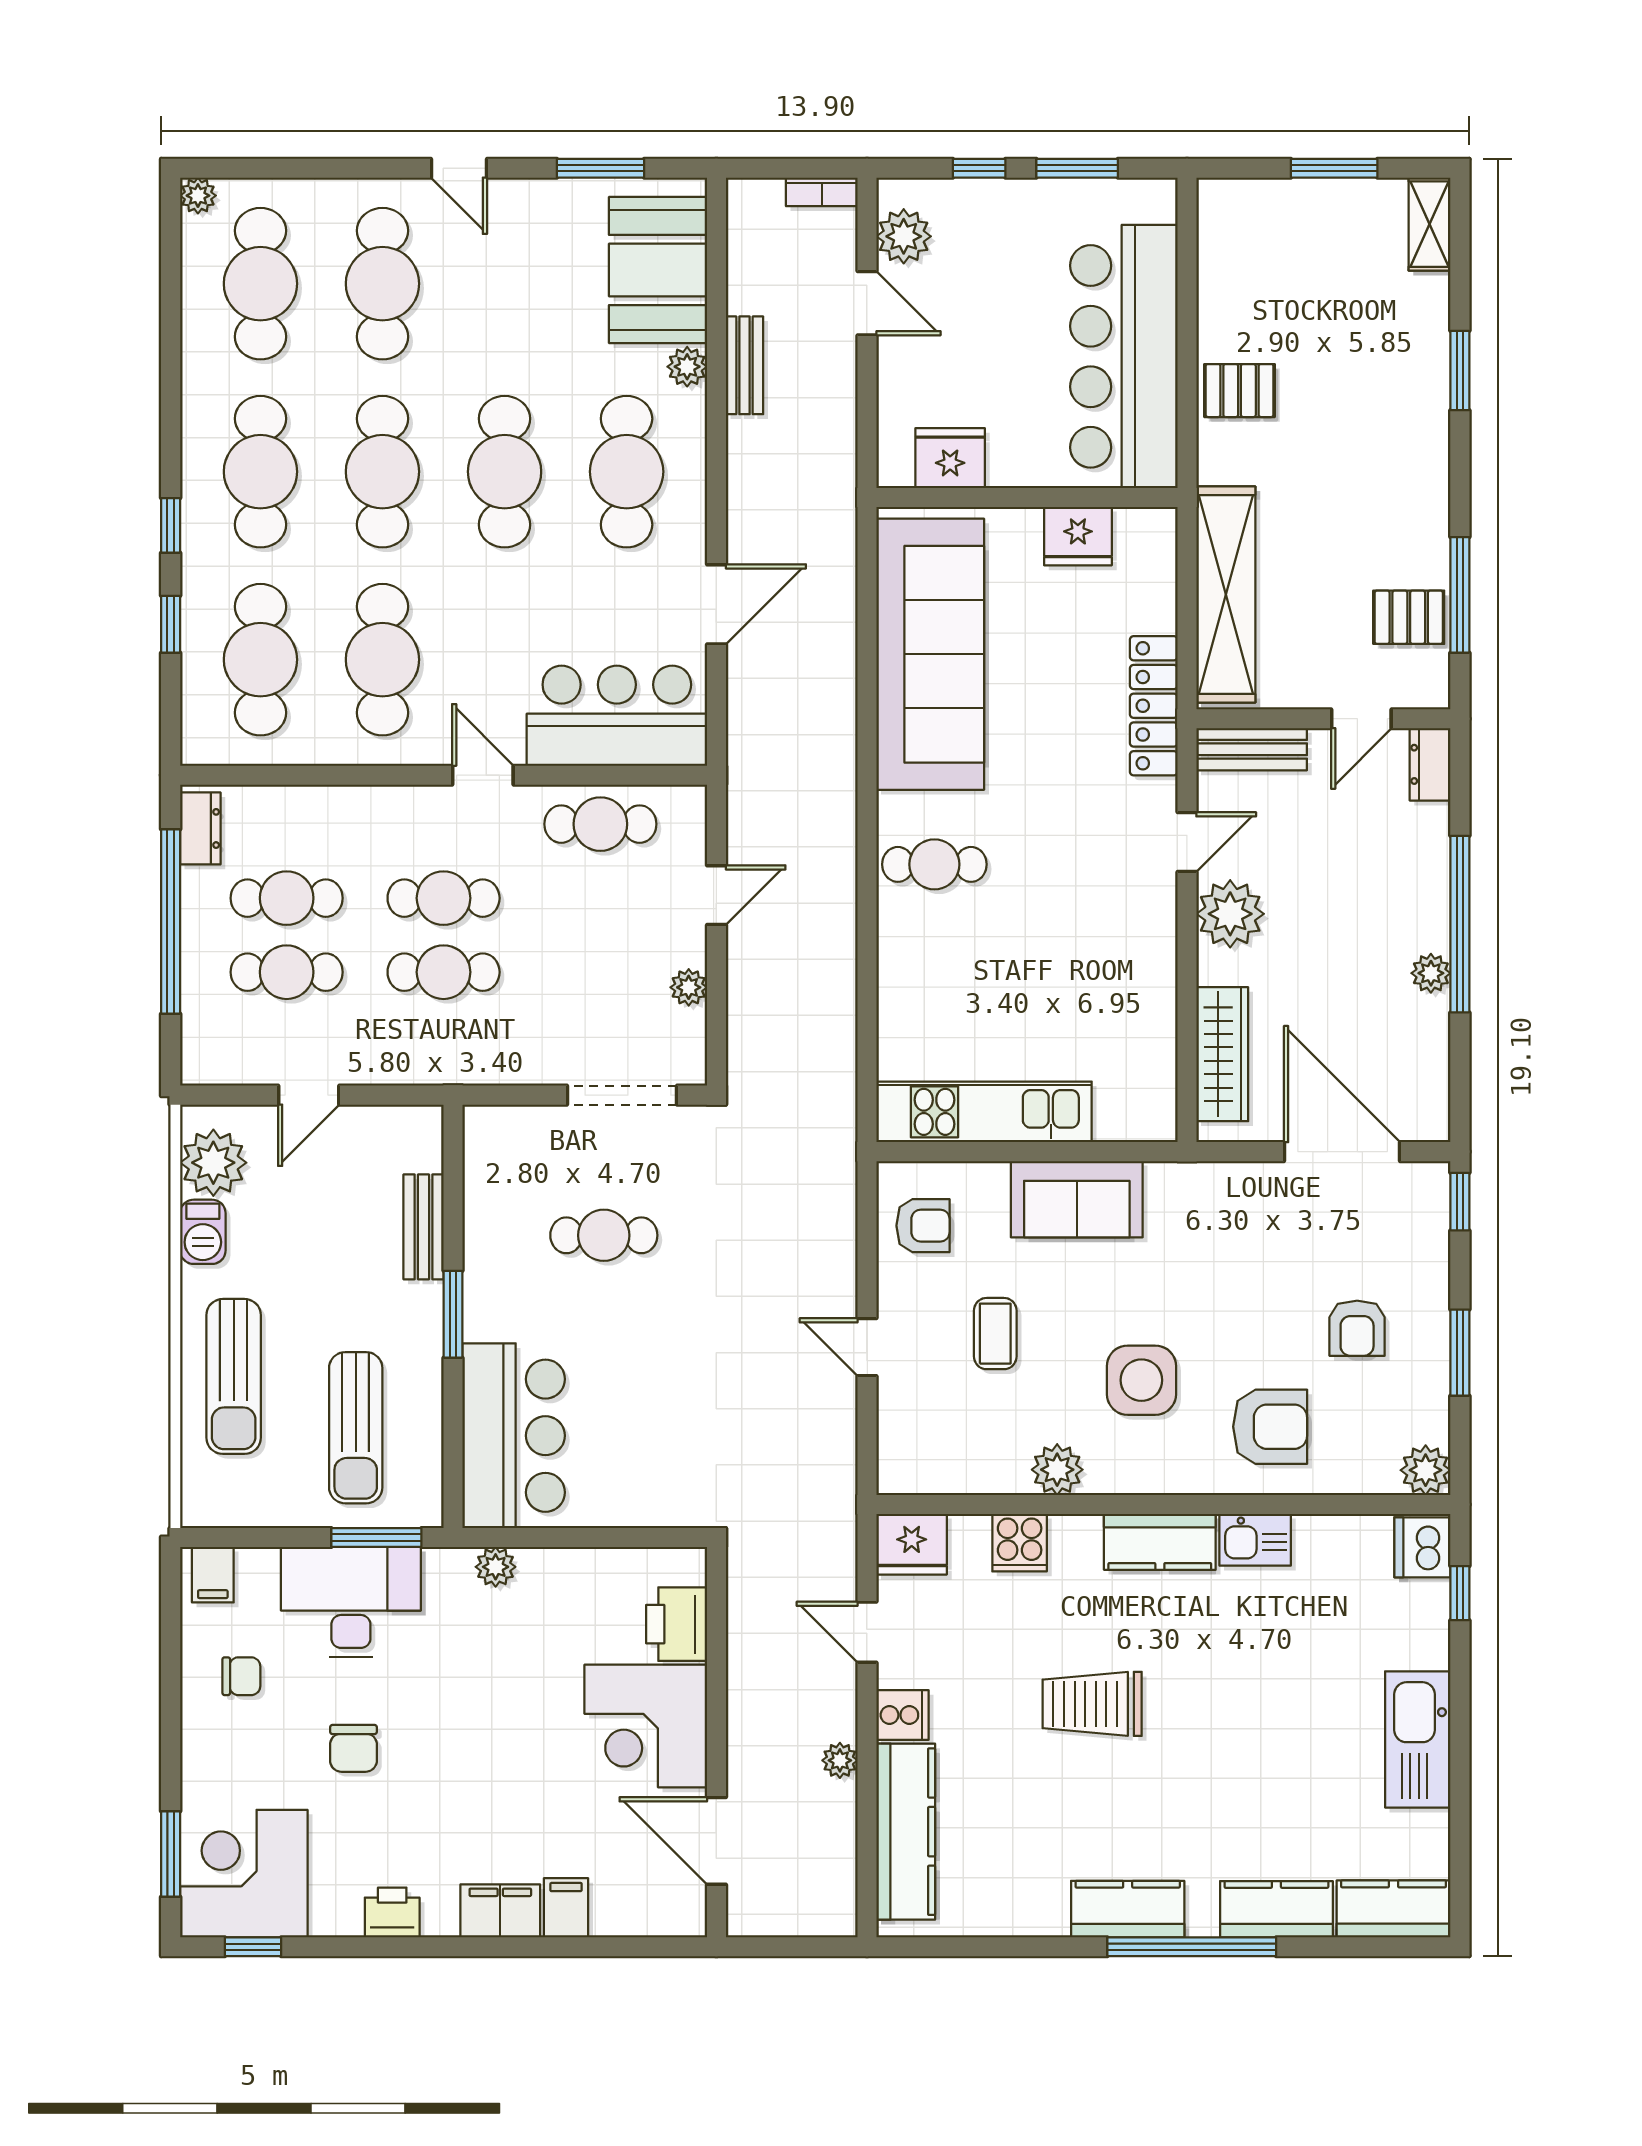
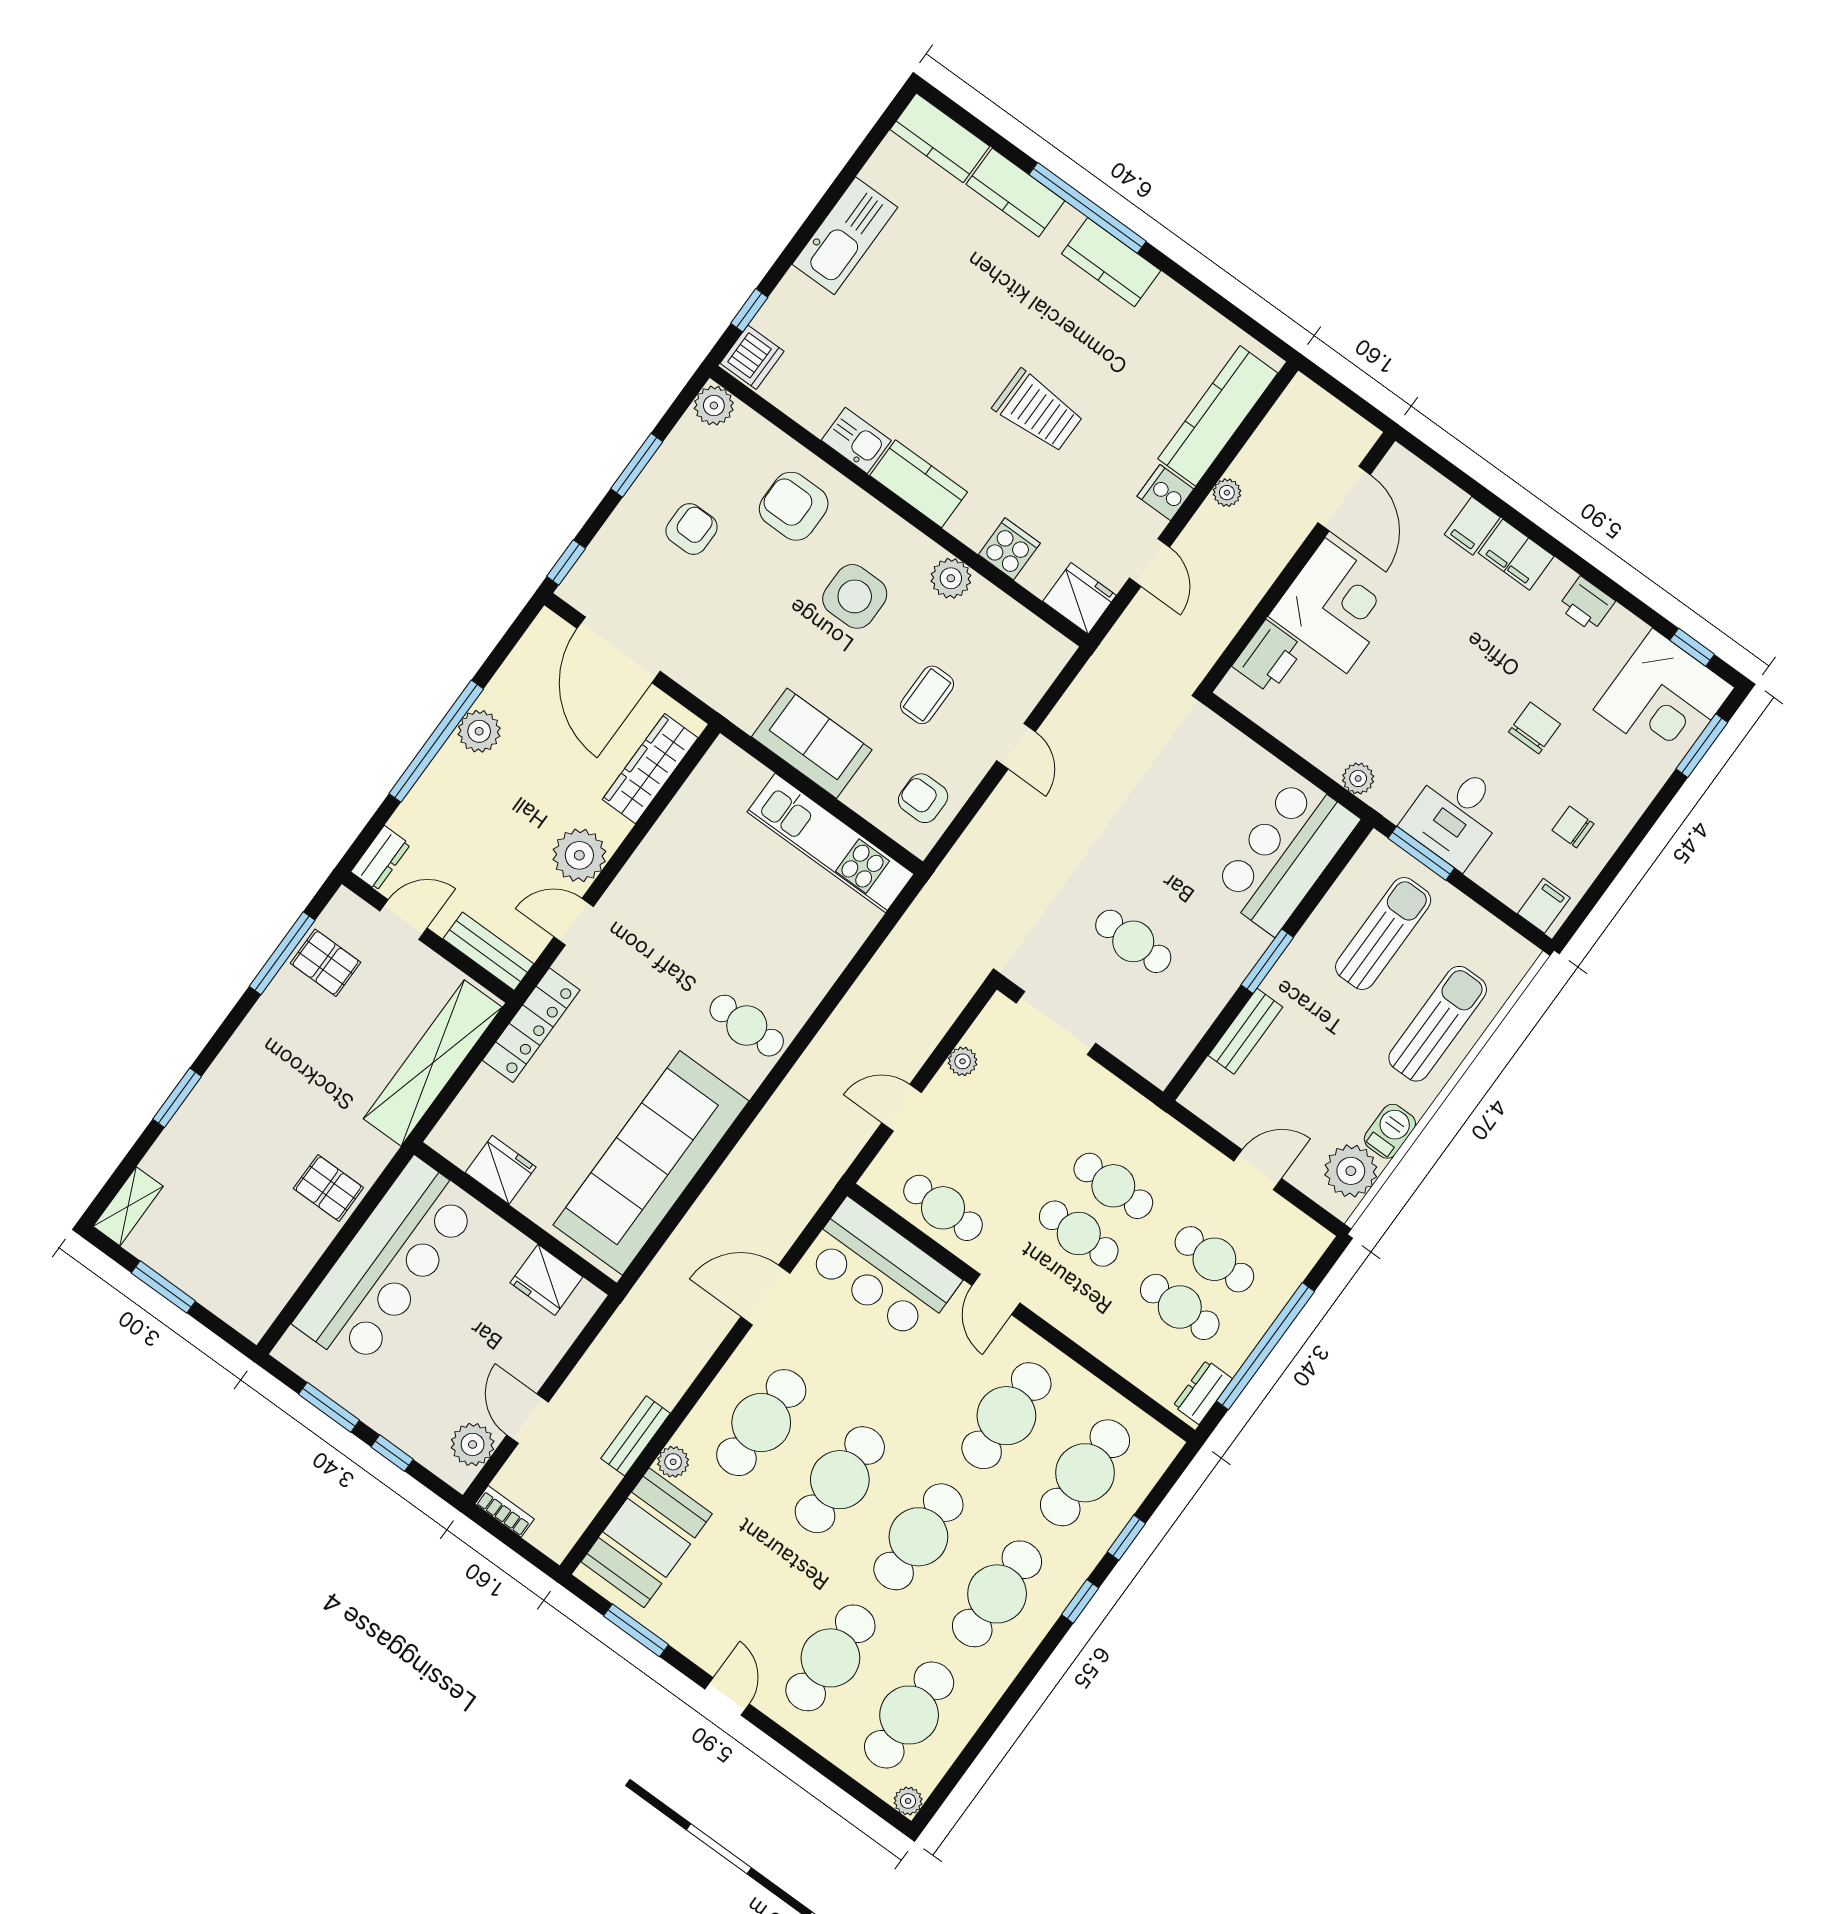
plant: (1431, 973) -> (479, 731), width x1.38, depth x1.38
desk: (351, 1602) -> (1455, 815), width x0.73

